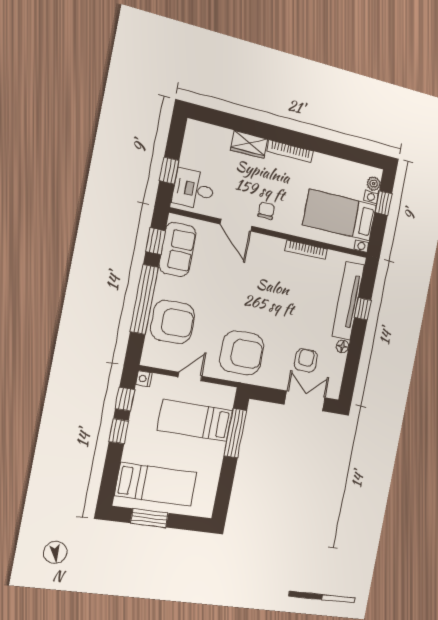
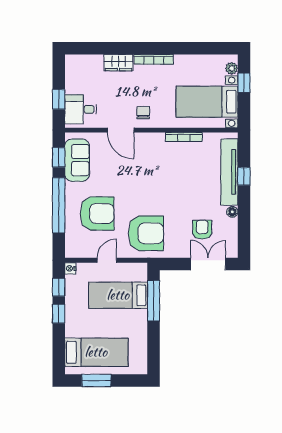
armchair: (173, 322) -> (97, 214), moved

